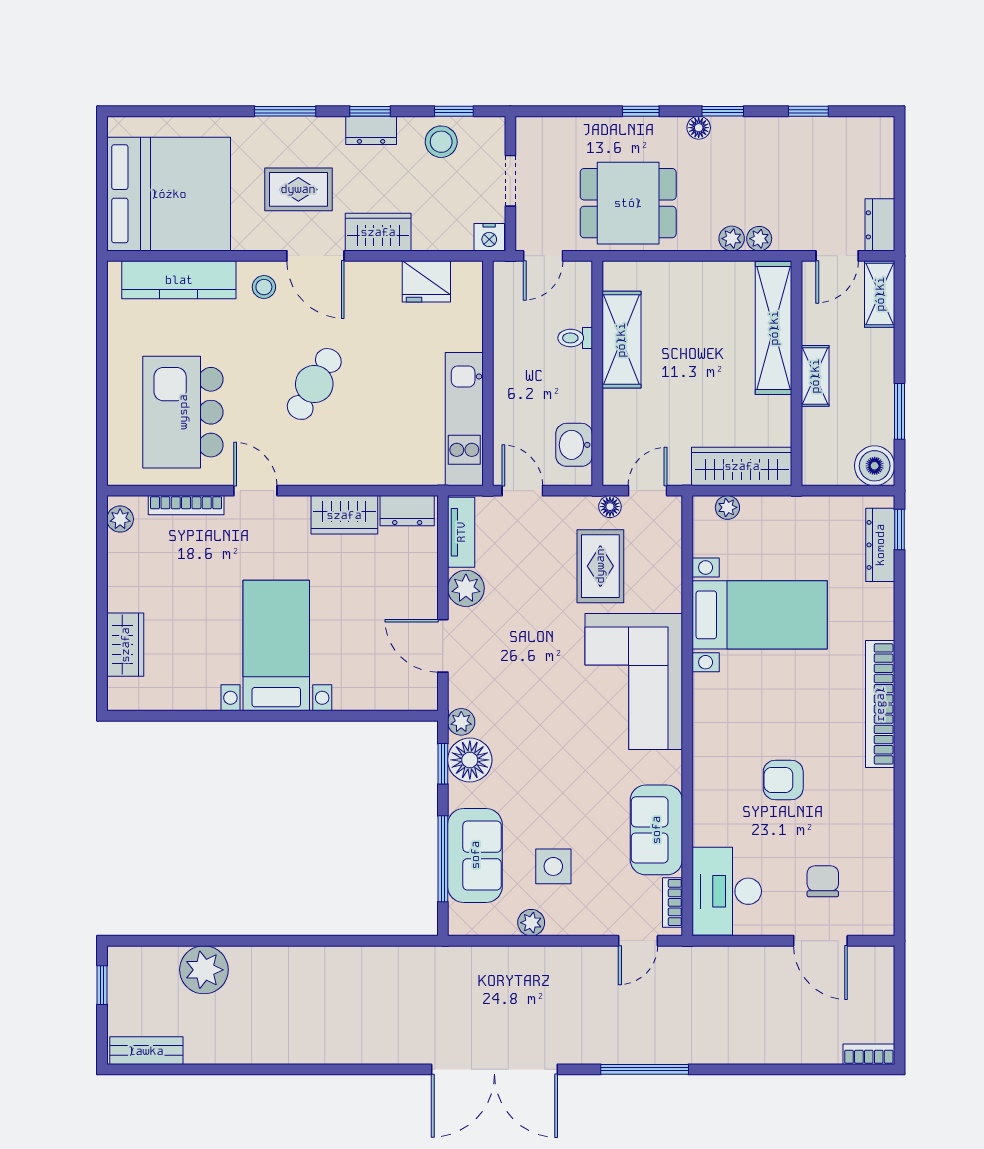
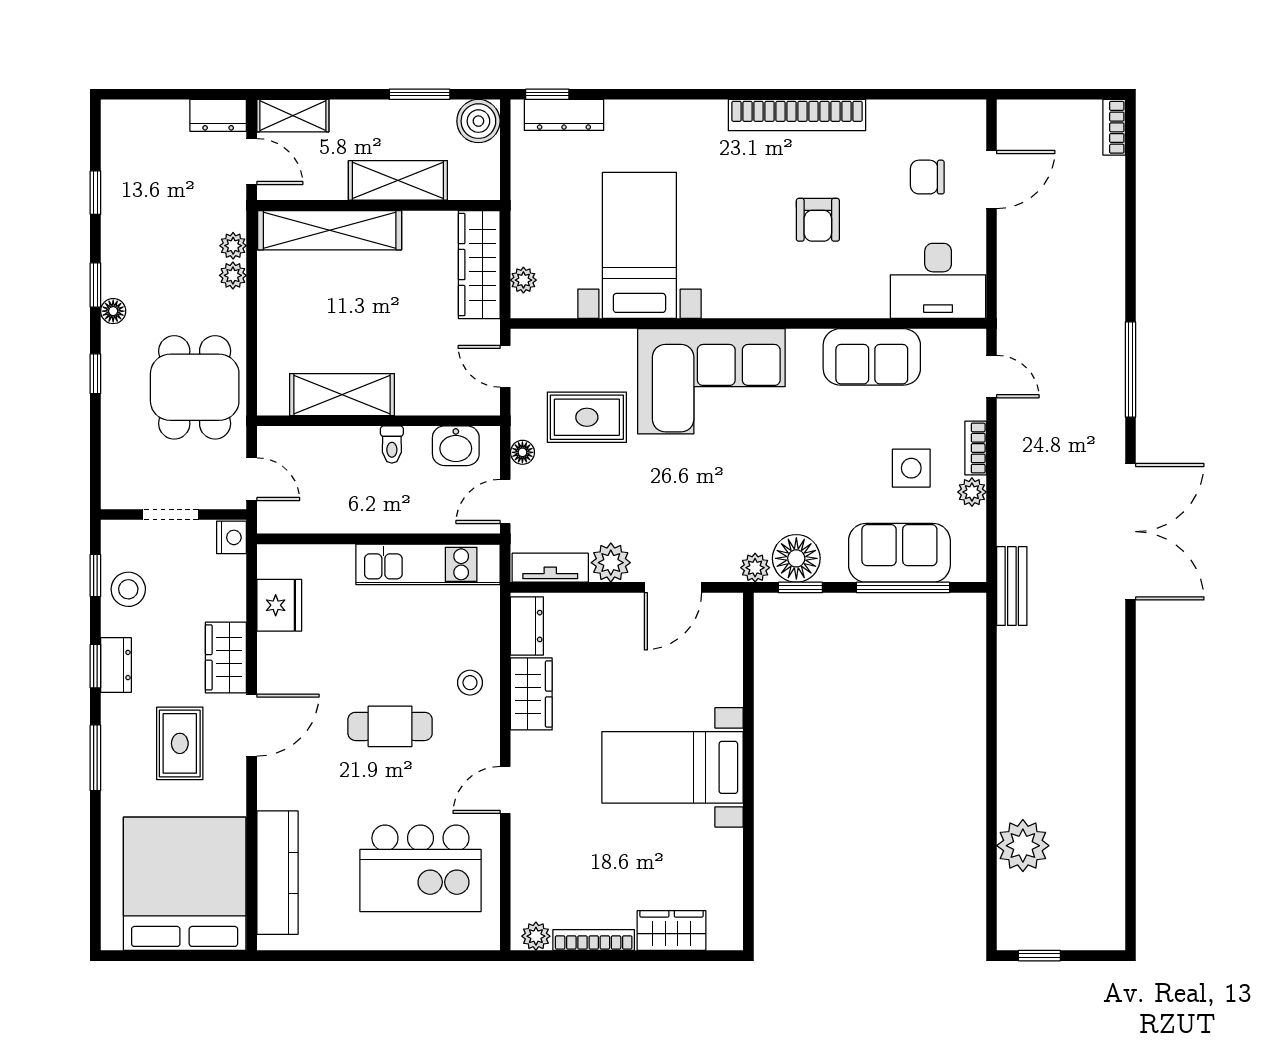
stool: (264, 287) -> (470, 683), moved
toilet: (575, 338) -> (392, 445), moved
shelving: (815, 376) -> (398, 180), width x1.50, depth x1.33
cafe table: (314, 384) -> (390, 726), turned -31
bookcase: (186, 505) -> (594, 940), moved, turned -90
floor lamp: (610, 507) -> (522, 452), moved
bookcase: (880, 704) -> (797, 115), moved
bookcase: (672, 902) -> (976, 448), moved, turned 90
bench: (146, 1051) -> (1012, 586), moved

